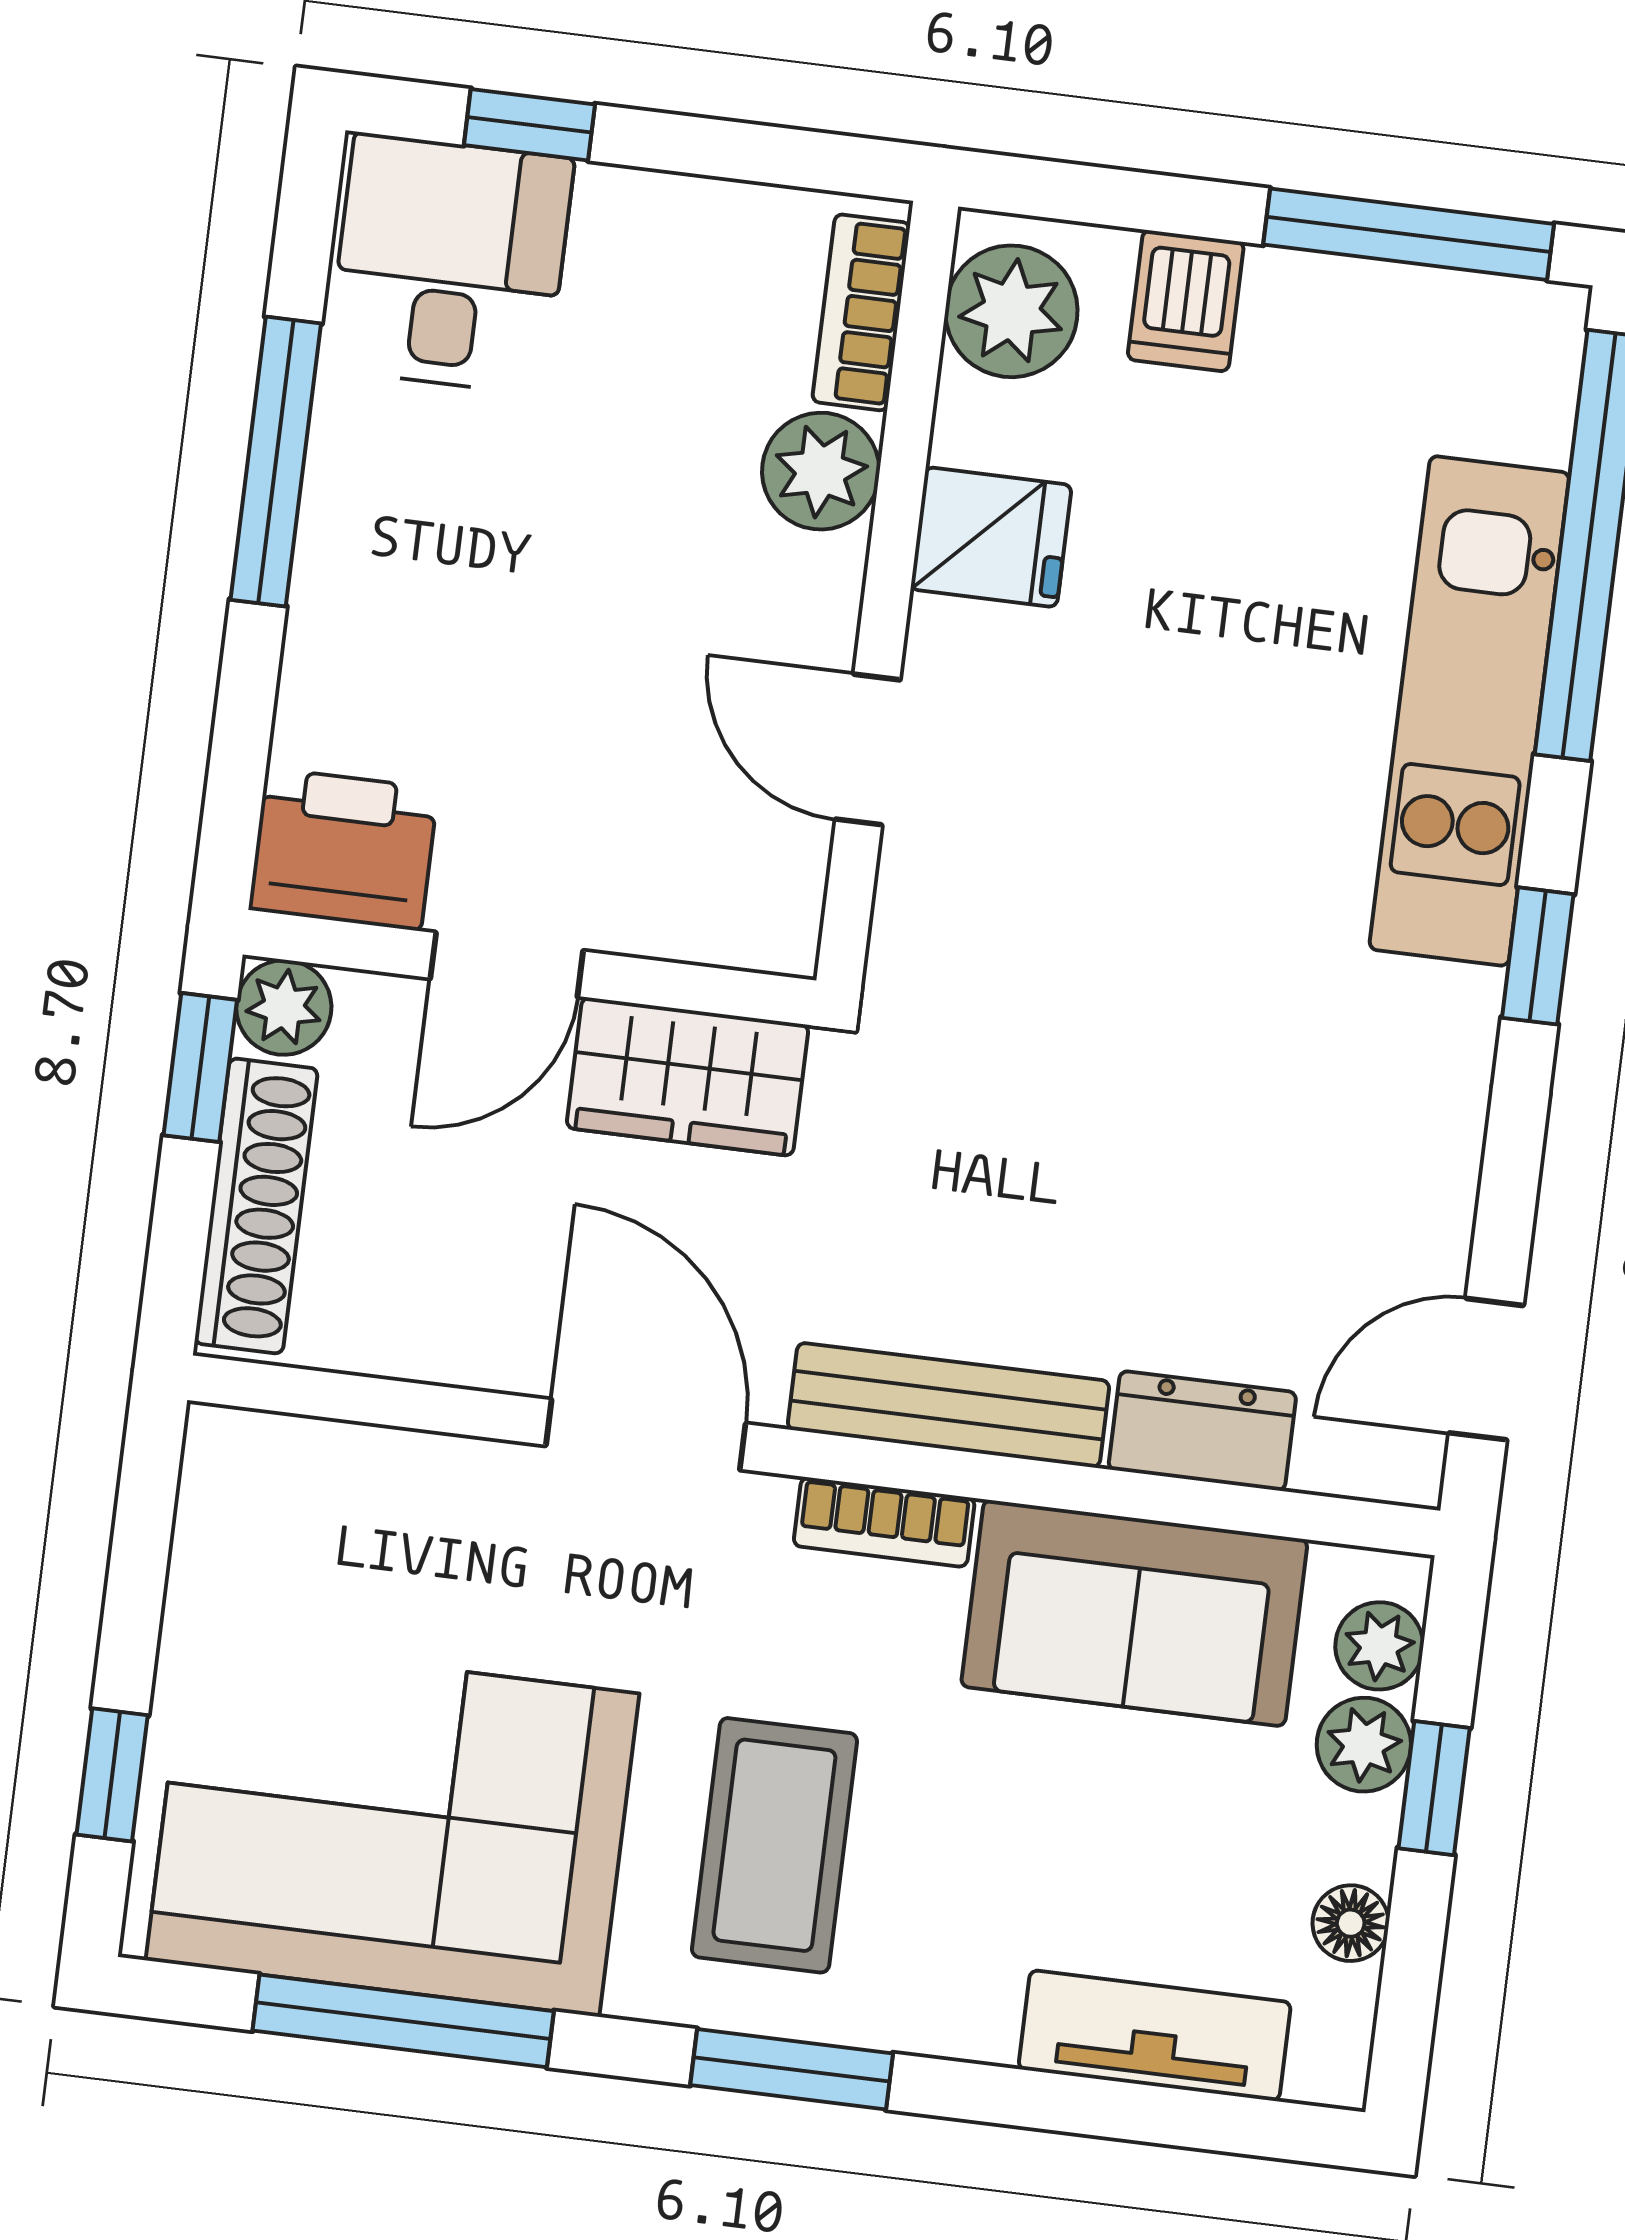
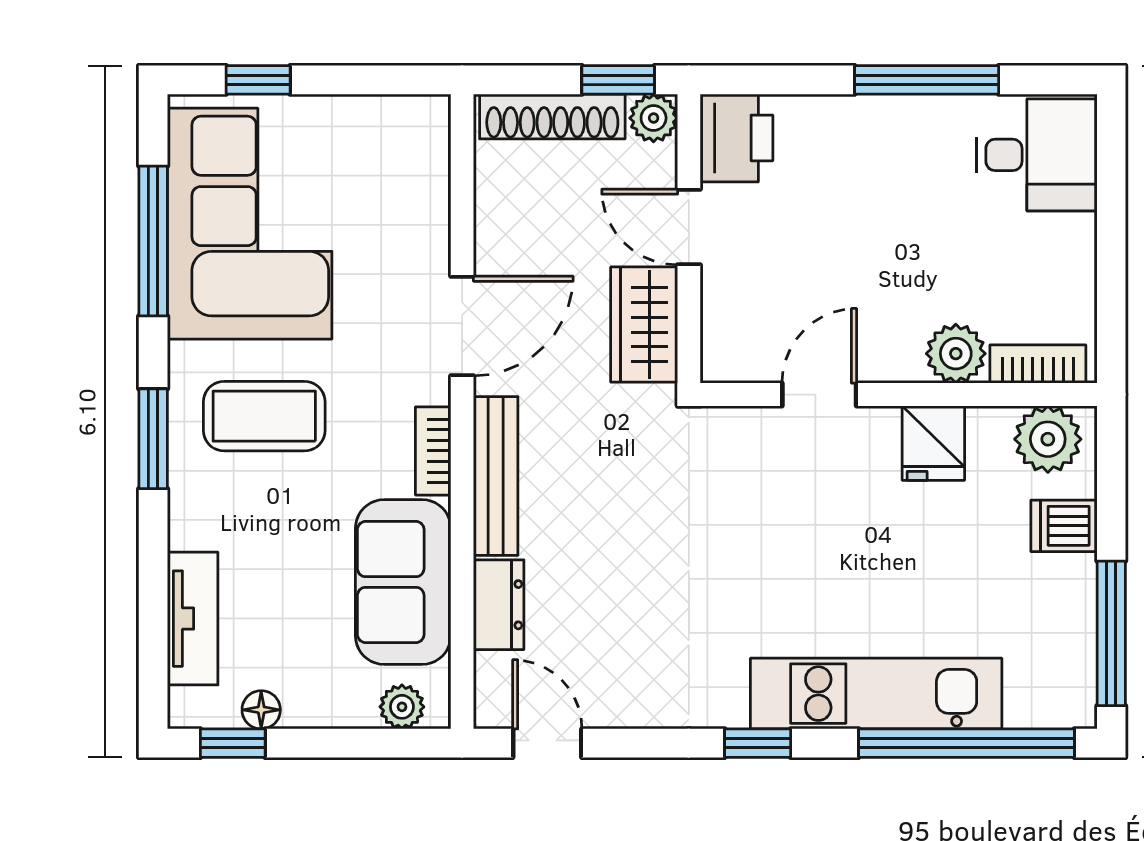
window: (529, 125) -> (1111, 186), removed
plant: (1364, 1745) -> (351, 705), removed
window: (1434, 1788) -> (233, 743), moved

